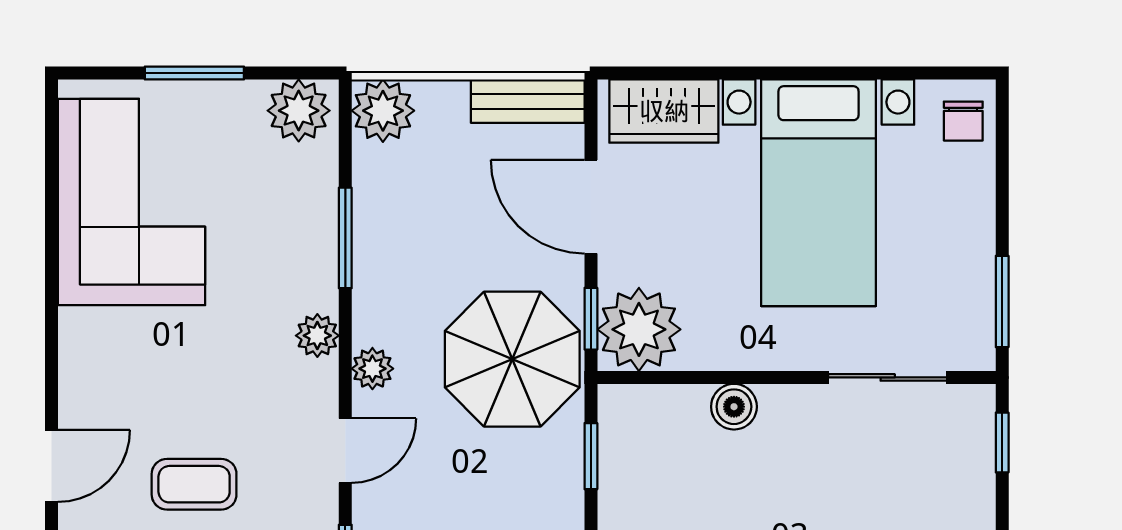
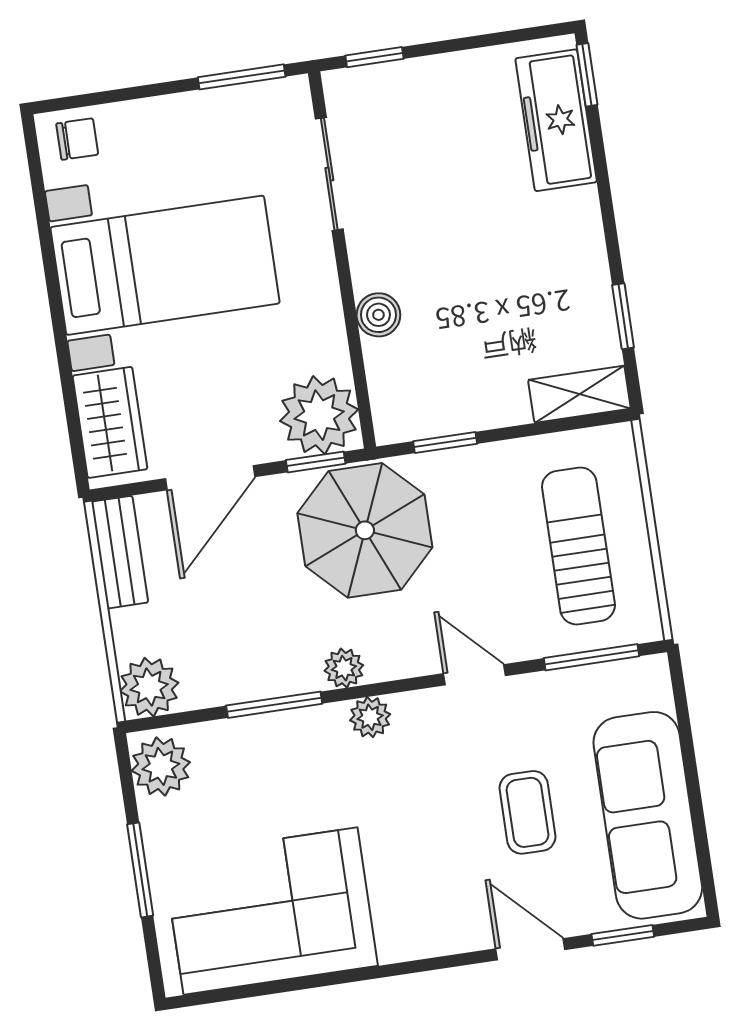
plant: (372, 369) -> (344, 668), moved

